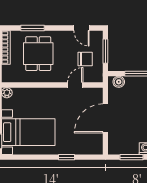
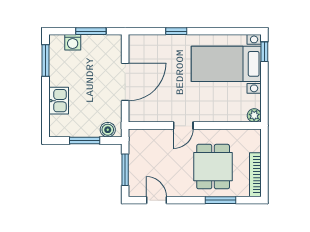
chair: (85, 59) -> (152, 160), removed
door: (75, 85) -> (183, 126), moved

